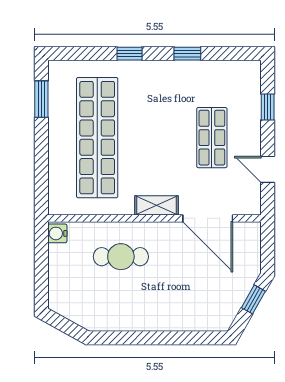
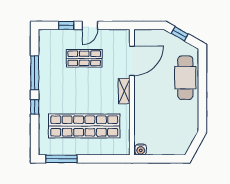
window: (187, 54) -> (35, 73), width x2.17
window: (41, 99) -> (61, 159), width x1.44
door: (268, 169) -> (90, 25), moved
cafe table: (121, 257) -> (185, 78), moved, width x1.37, depth x1.35

